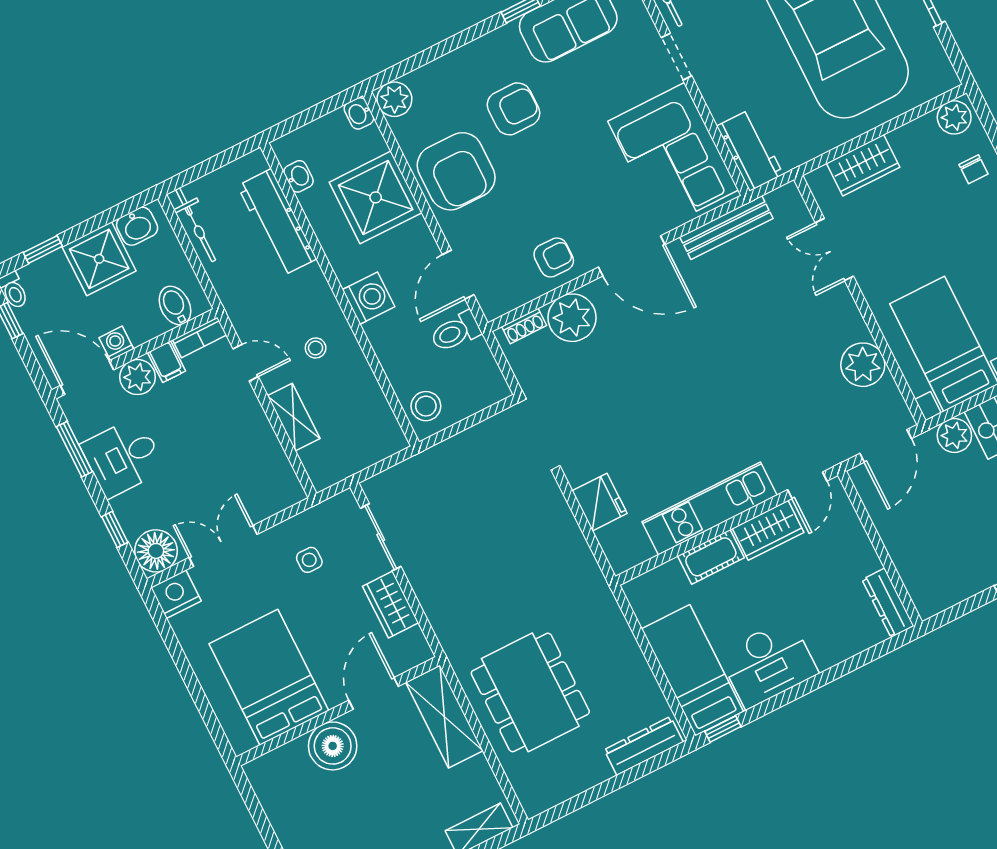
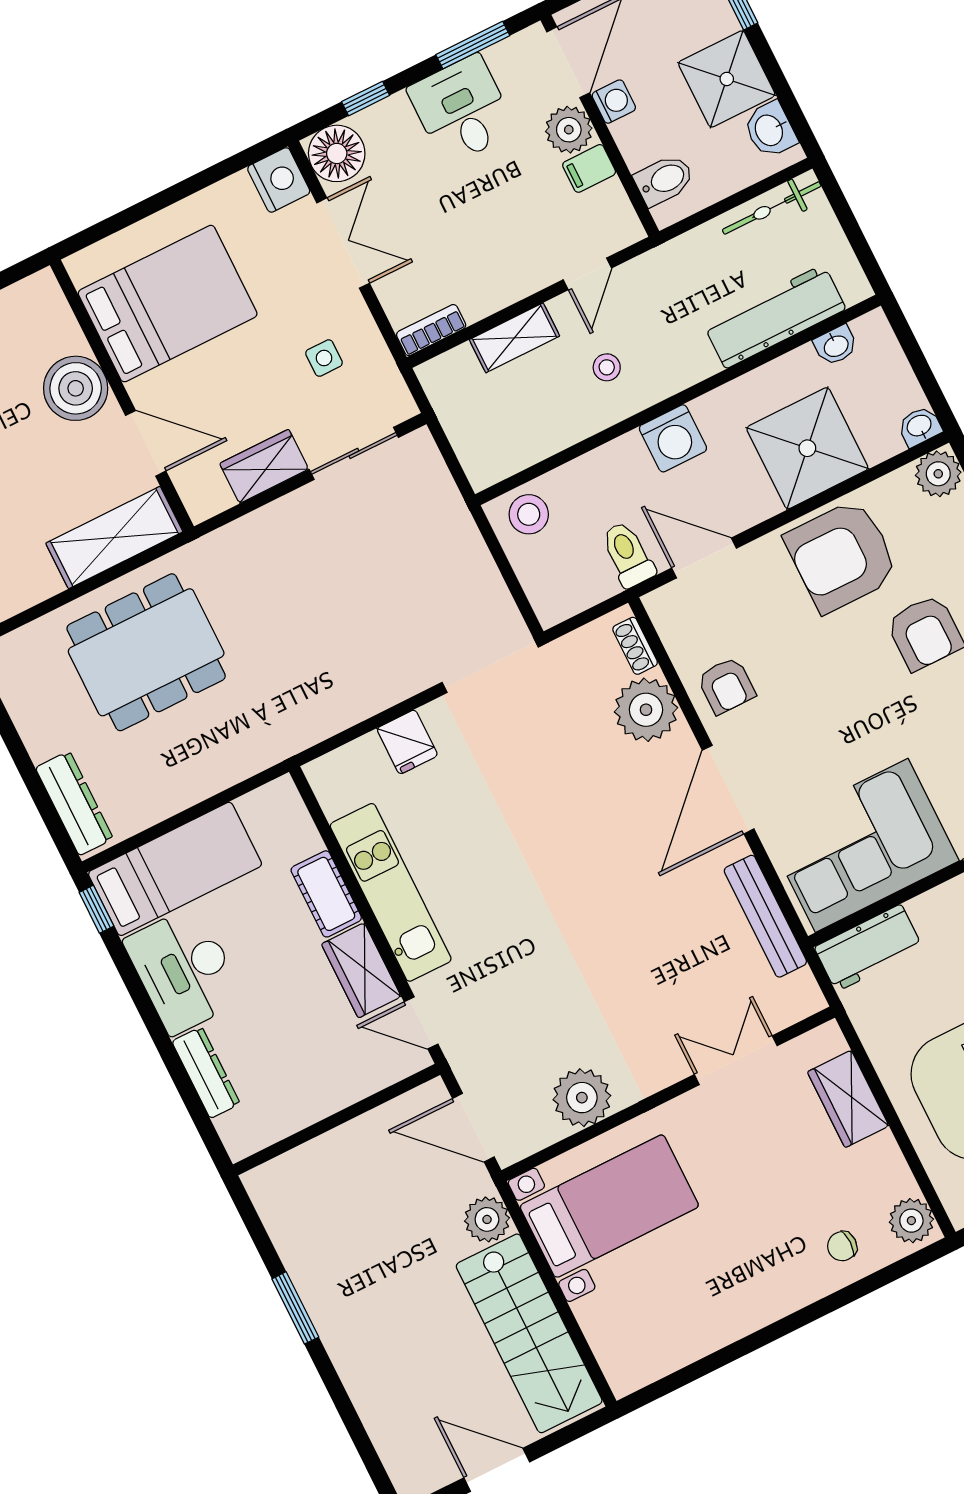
bookcase: (200, 337) -> (431, 330), moved, turned 90
fridge: (600, 502) -> (407, 742), width x0.72
dresser: (888, 603) -> (206, 1073), moved, turned 90

